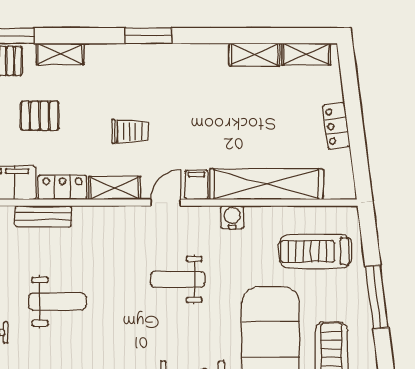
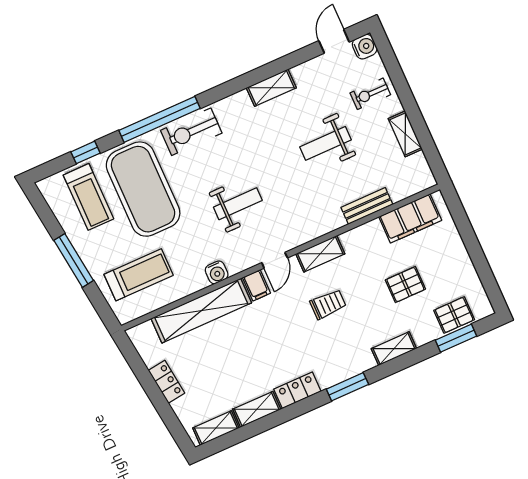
shelving: (60, 54) -> (394, 349), moved
trolley: (130, 131) -> (328, 304), turned 180
locker: (62, 187) -> (297, 390), moved, turned 180

